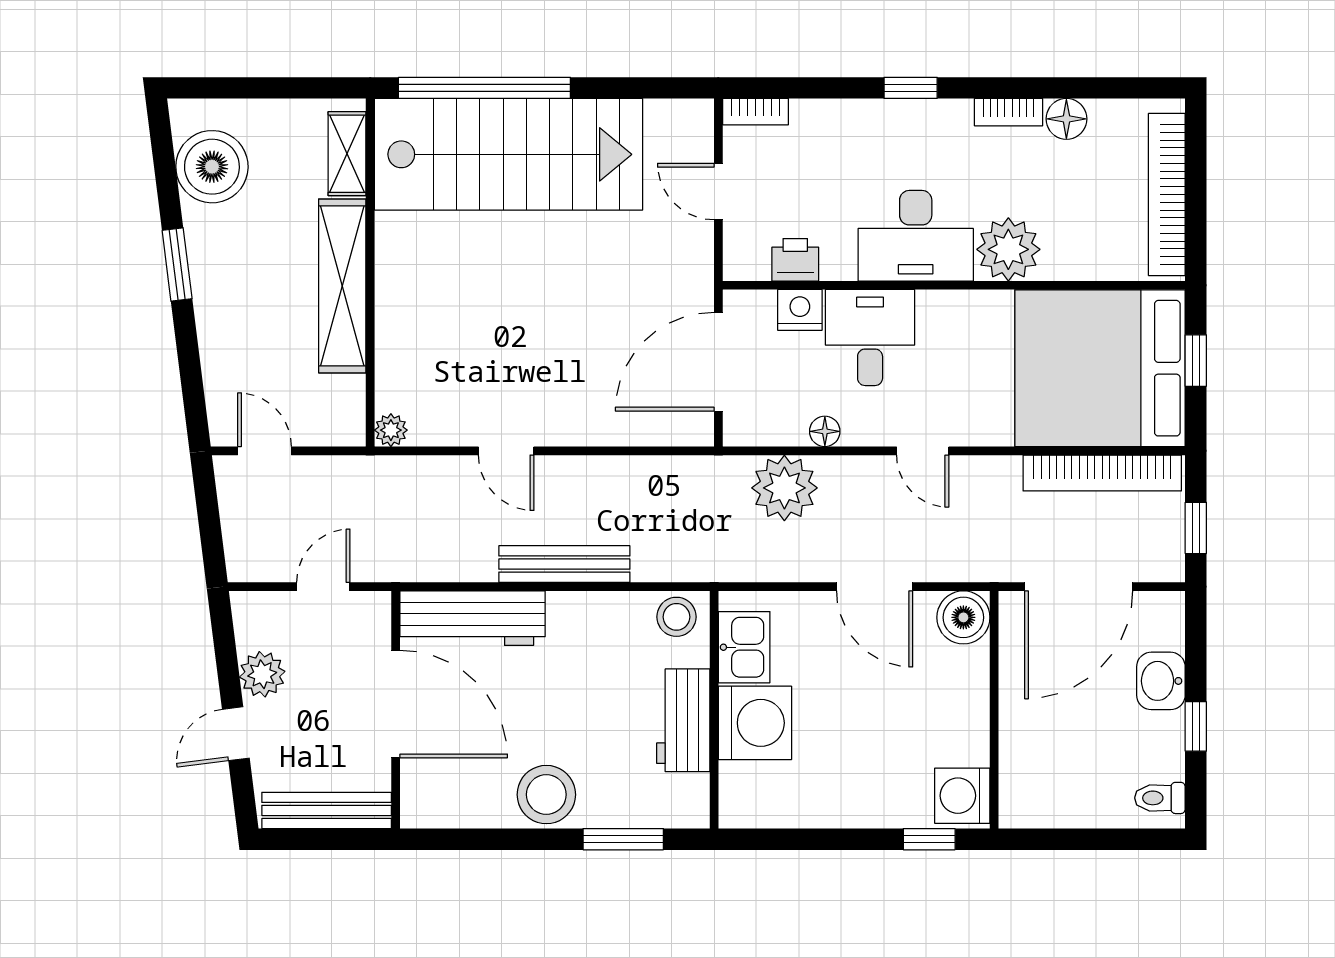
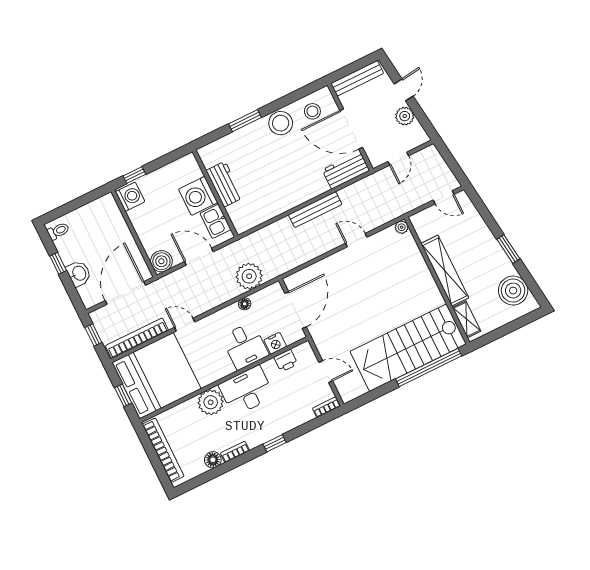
door: (923, 451) -> (185, 325), moved
stool: (676, 617) -> (312, 111), moved
workbench: (473, 618) -> (346, 170), width x0.73
kitchen sink: (744, 647) -> (215, 221), moved
wall: (714, 710) -> (215, 193), moved
workbench: (683, 720) -> (224, 184), moved
washing machine: (755, 723) -> (198, 196), moved

